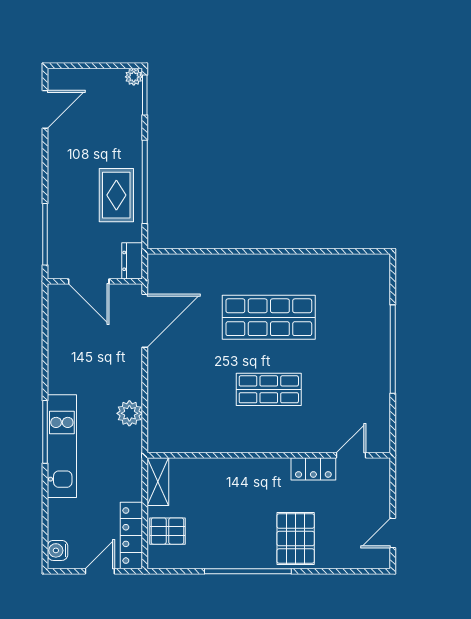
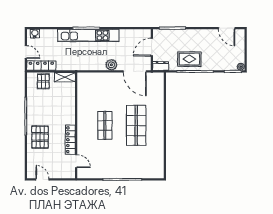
plant: (129, 413) -> (111, 65), moved
kitchen unit: (62, 446) -> (88, 35), width x1.36
locker: (313, 469) -> (70, 140), width x1.53
pallet: (296, 539) -> (40, 137), turned 90

